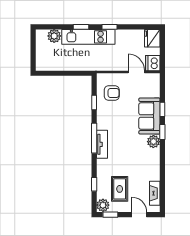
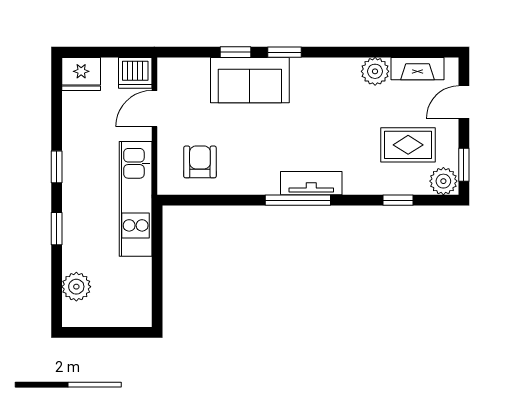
kitchen unit: (88, 37) -> (136, 199), moved, turned 180
window: (94, 102) -> (221, 200), removed
plant: (153, 142) -> (375, 71), moved

